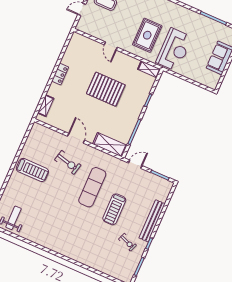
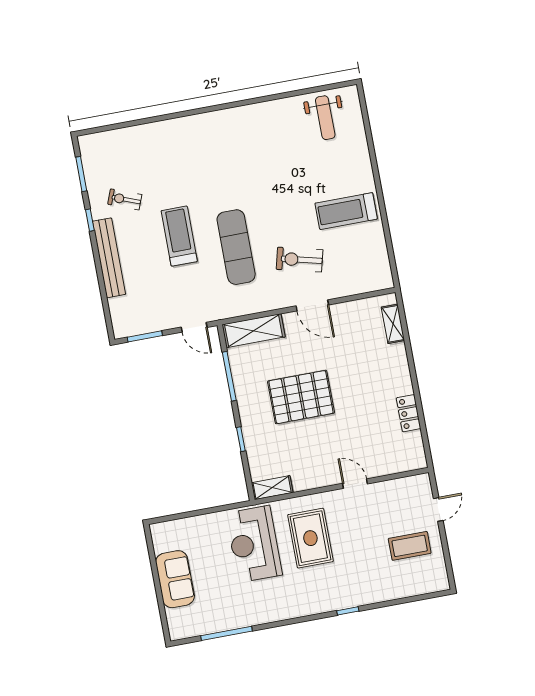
locker: (60, 74) -> (409, 413), moved
pallet: (106, 89) -> (301, 397), moved
door: (135, 164) -> (194, 327), hinge flipped

